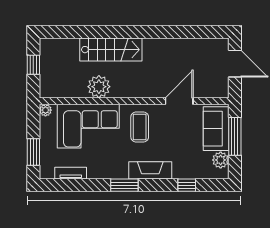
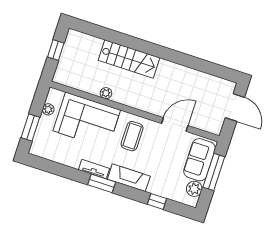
plant: (99, 87) -> (106, 93), width x0.53, depth x0.53
plant: (45, 110) -> (48, 109), moved
tv unit: (71, 173) -> (94, 169), moved

